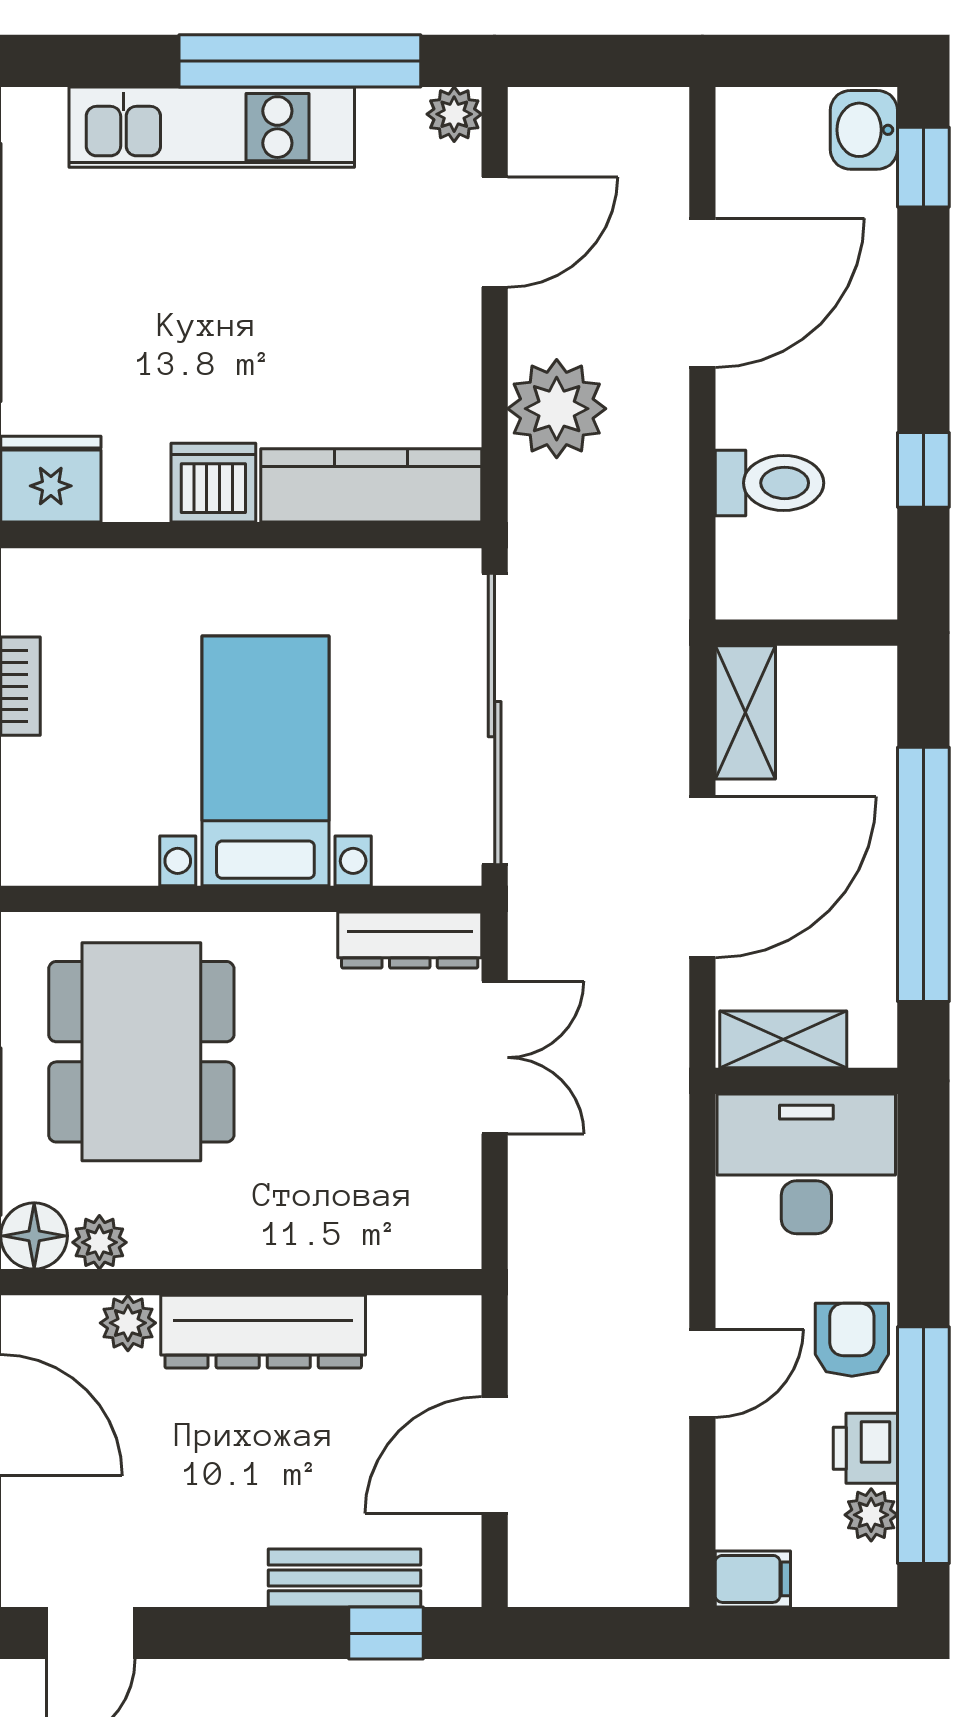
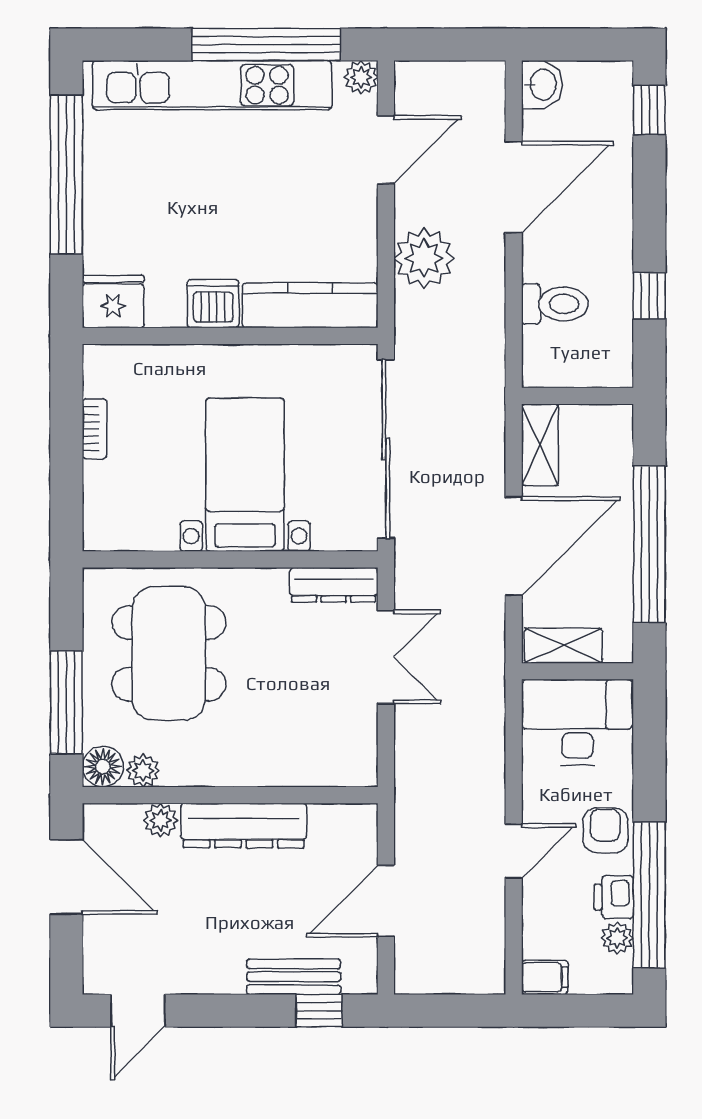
kitchen unit: (212, 127) -> (212, 85), width x1.36
washbasin: (864, 130) -> (542, 85), moved, turned 180

